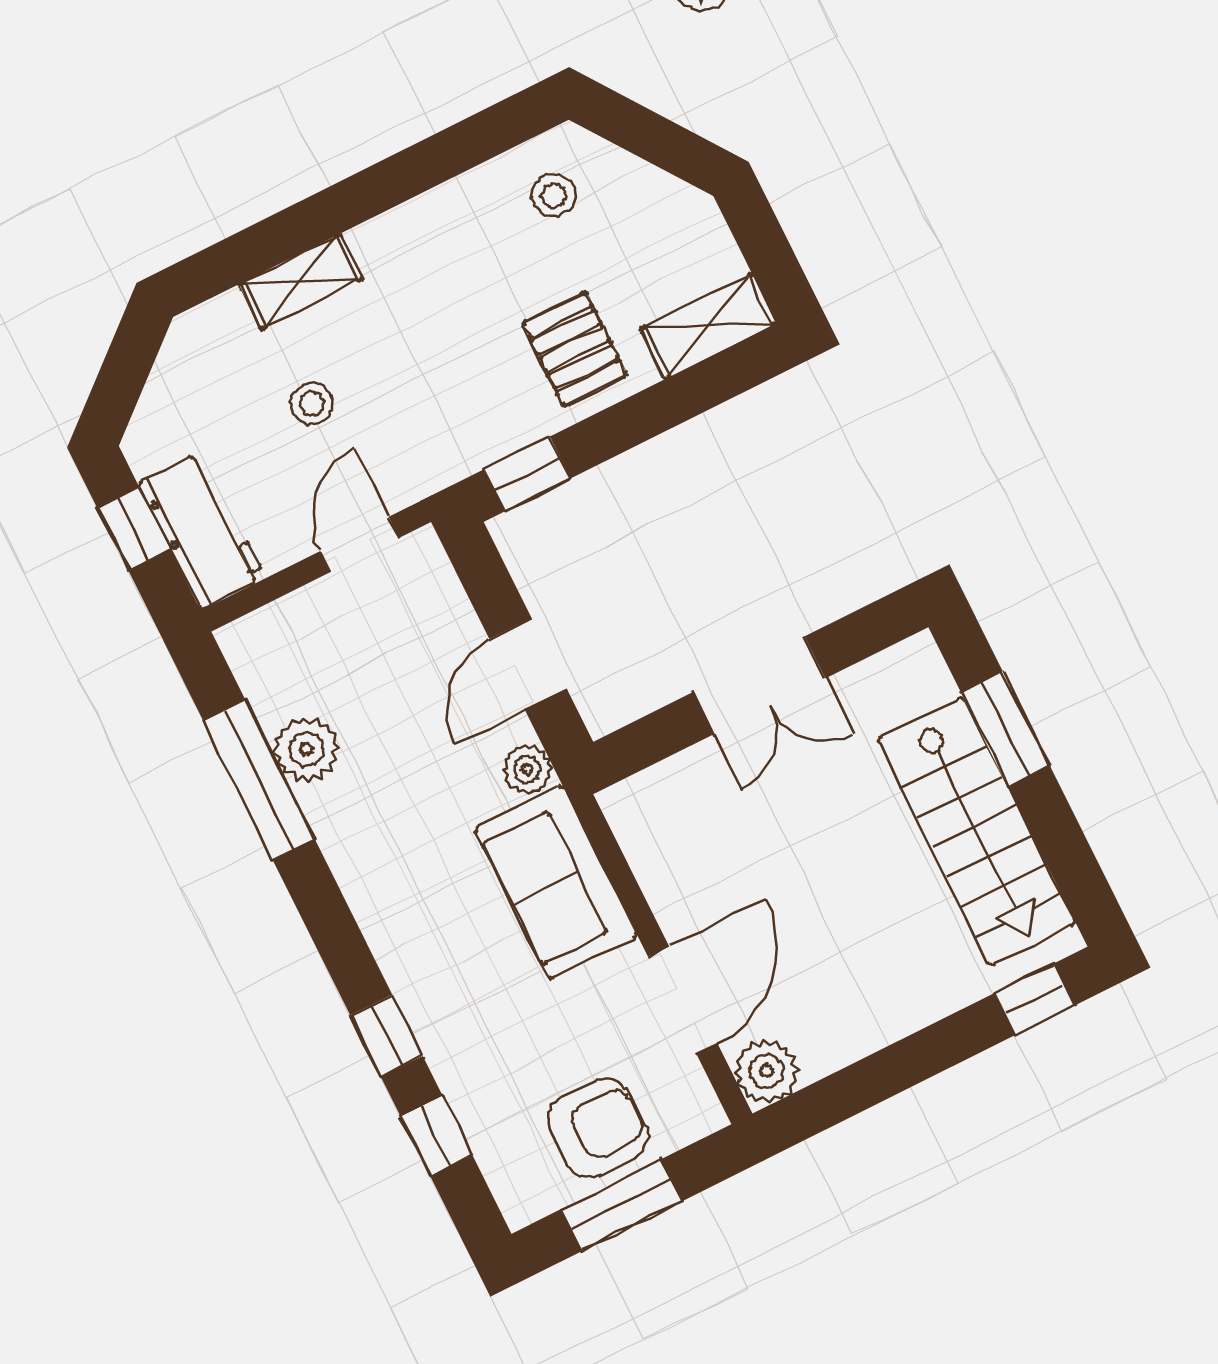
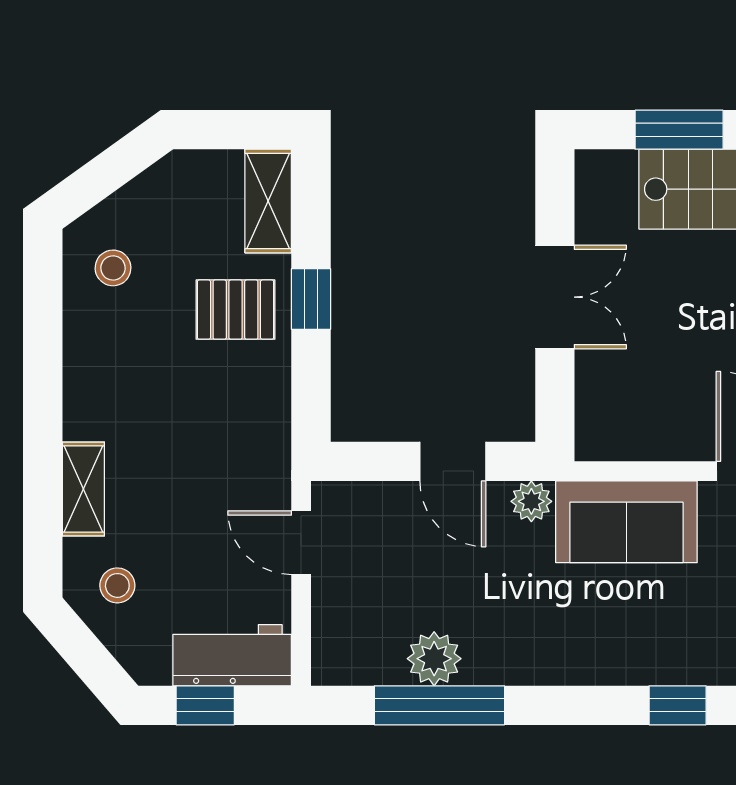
stool: (312, 404) -> (117, 585), moved
window: (527, 474) -> (311, 299), moved

